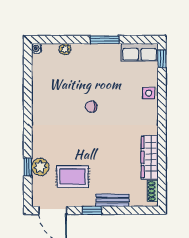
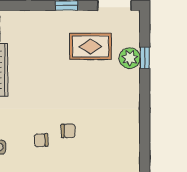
chair: (114, 99) -> (41, 140), added
bench: (112, 200) -> (42, 18), removed

